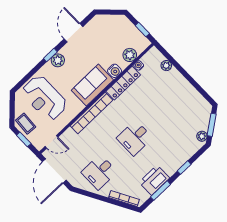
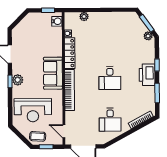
plant: (130, 55) -> (56, 33), removed
water cooler: (115, 71) -> (57, 21), moved
door: (52, 142) -> (64, 131), swing flipped
printer: (154, 180) -> (147, 75), moved

